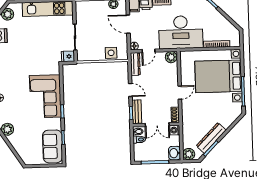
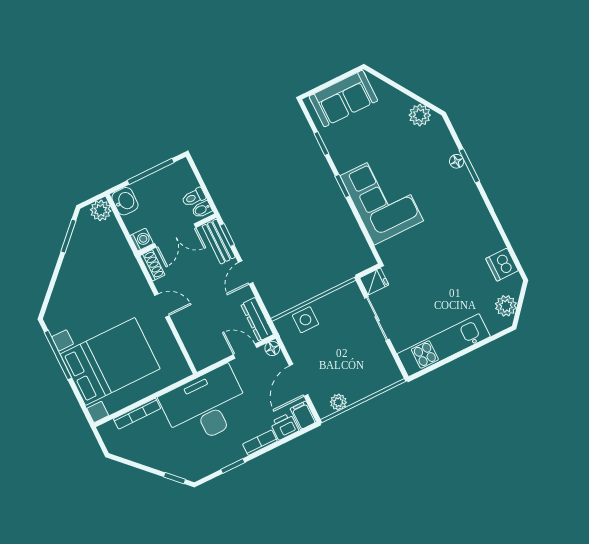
door: (128, 24) -> (299, 380), swing flipped
door: (148, 51) -> (245, 351), hinge flipped
plant: (171, 57) -> (203, 358), removed
door: (130, 90) -> (246, 273), hinge flipped
door: (180, 93) -> (162, 305), swing flipped
double door: (157, 125) -> (175, 235), swing flipped
dresser: (211, 138) -> (76, 254), removed
sofa: (53, 146) -> (343, 99), moved, turned 90

